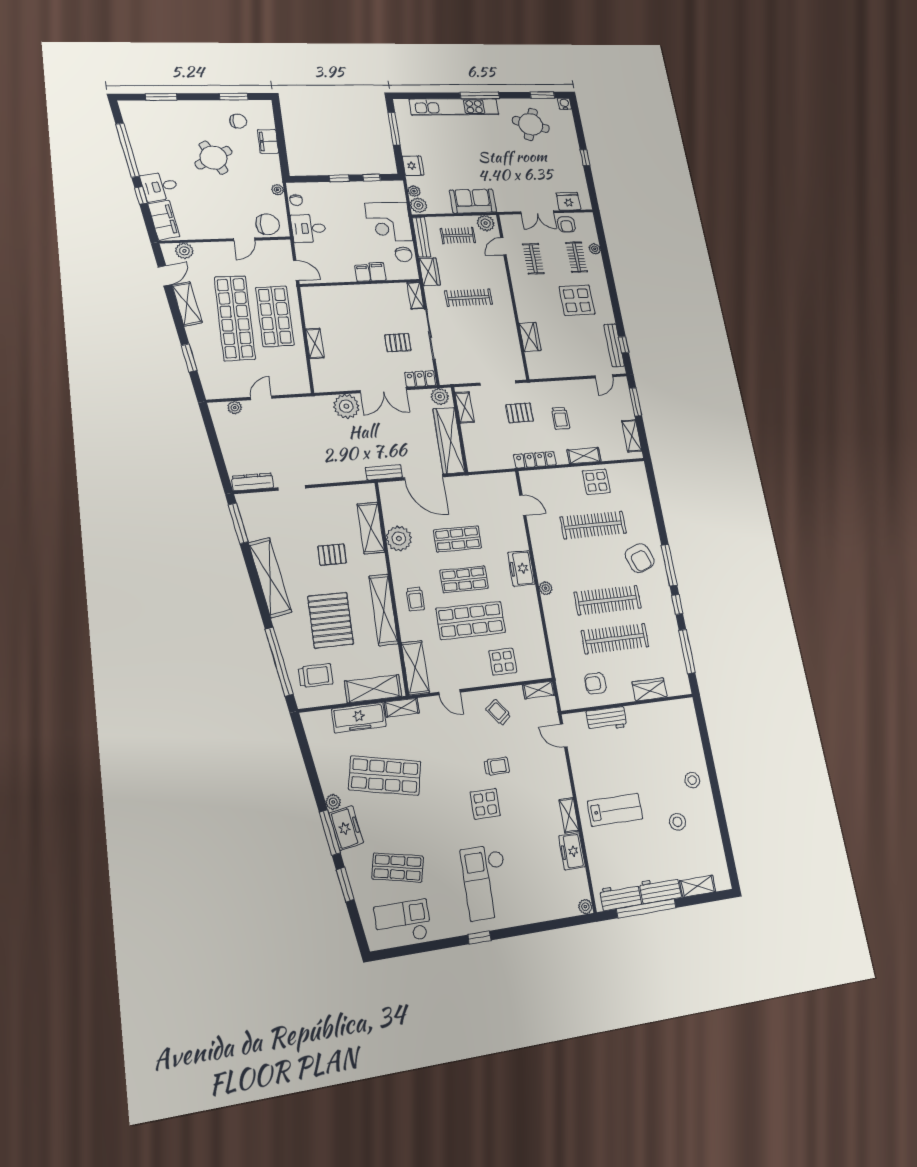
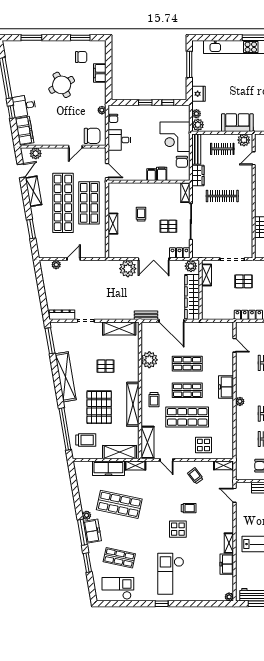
trolley: (355, 328) -> (141, 214), added
shelving: (371, 528) -> (119, 328), moved, turned 90

